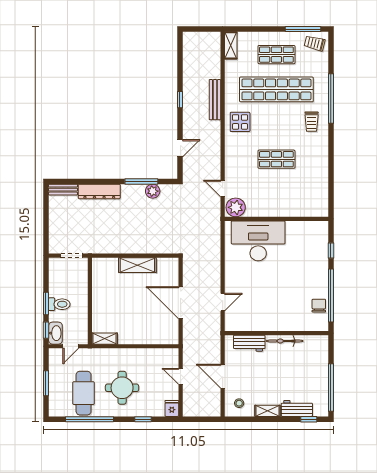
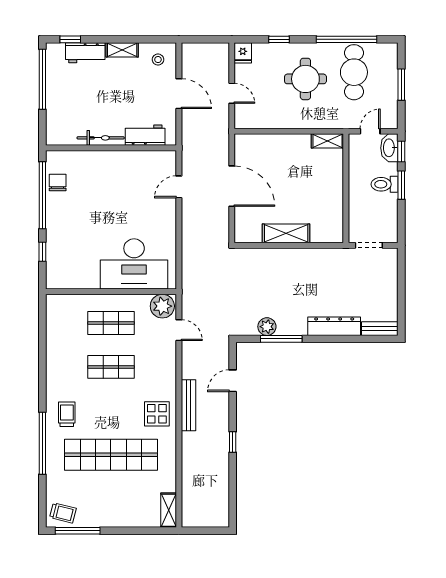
shop shelf: (276, 55) -> (111, 323), moved
bench: (215, 100) -> (188, 405), moved
chair: (319, 306) -> (58, 182), turned 180

